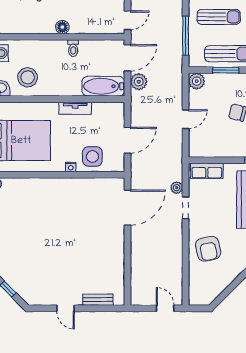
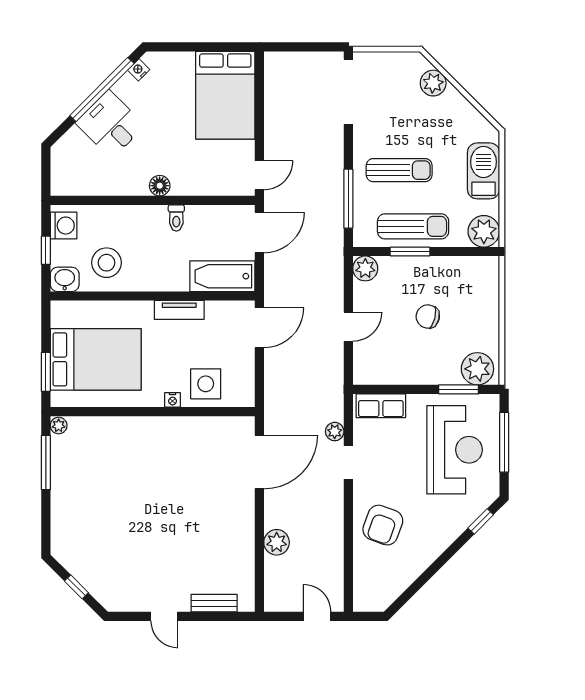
plant: (139, 82) -> (277, 542), moved
door: (127, 140) -> (259, 328), moved
armchair: (208, 249) -> (383, 525), turned 32

